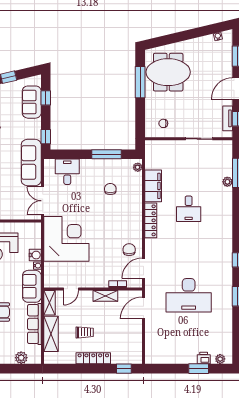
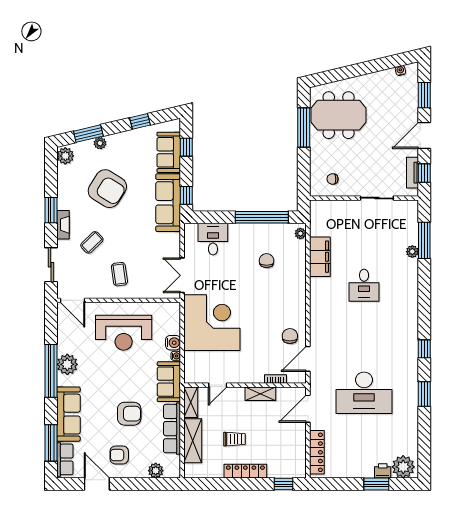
window: (107, 154) -> (262, 217), width x1.46
sofa: (31, 163) -> (168, 203), moved
locker: (151, 220) -> (317, 452), moved
plant: (220, 359) -> (403, 467), width x1.87, depth x1.87

